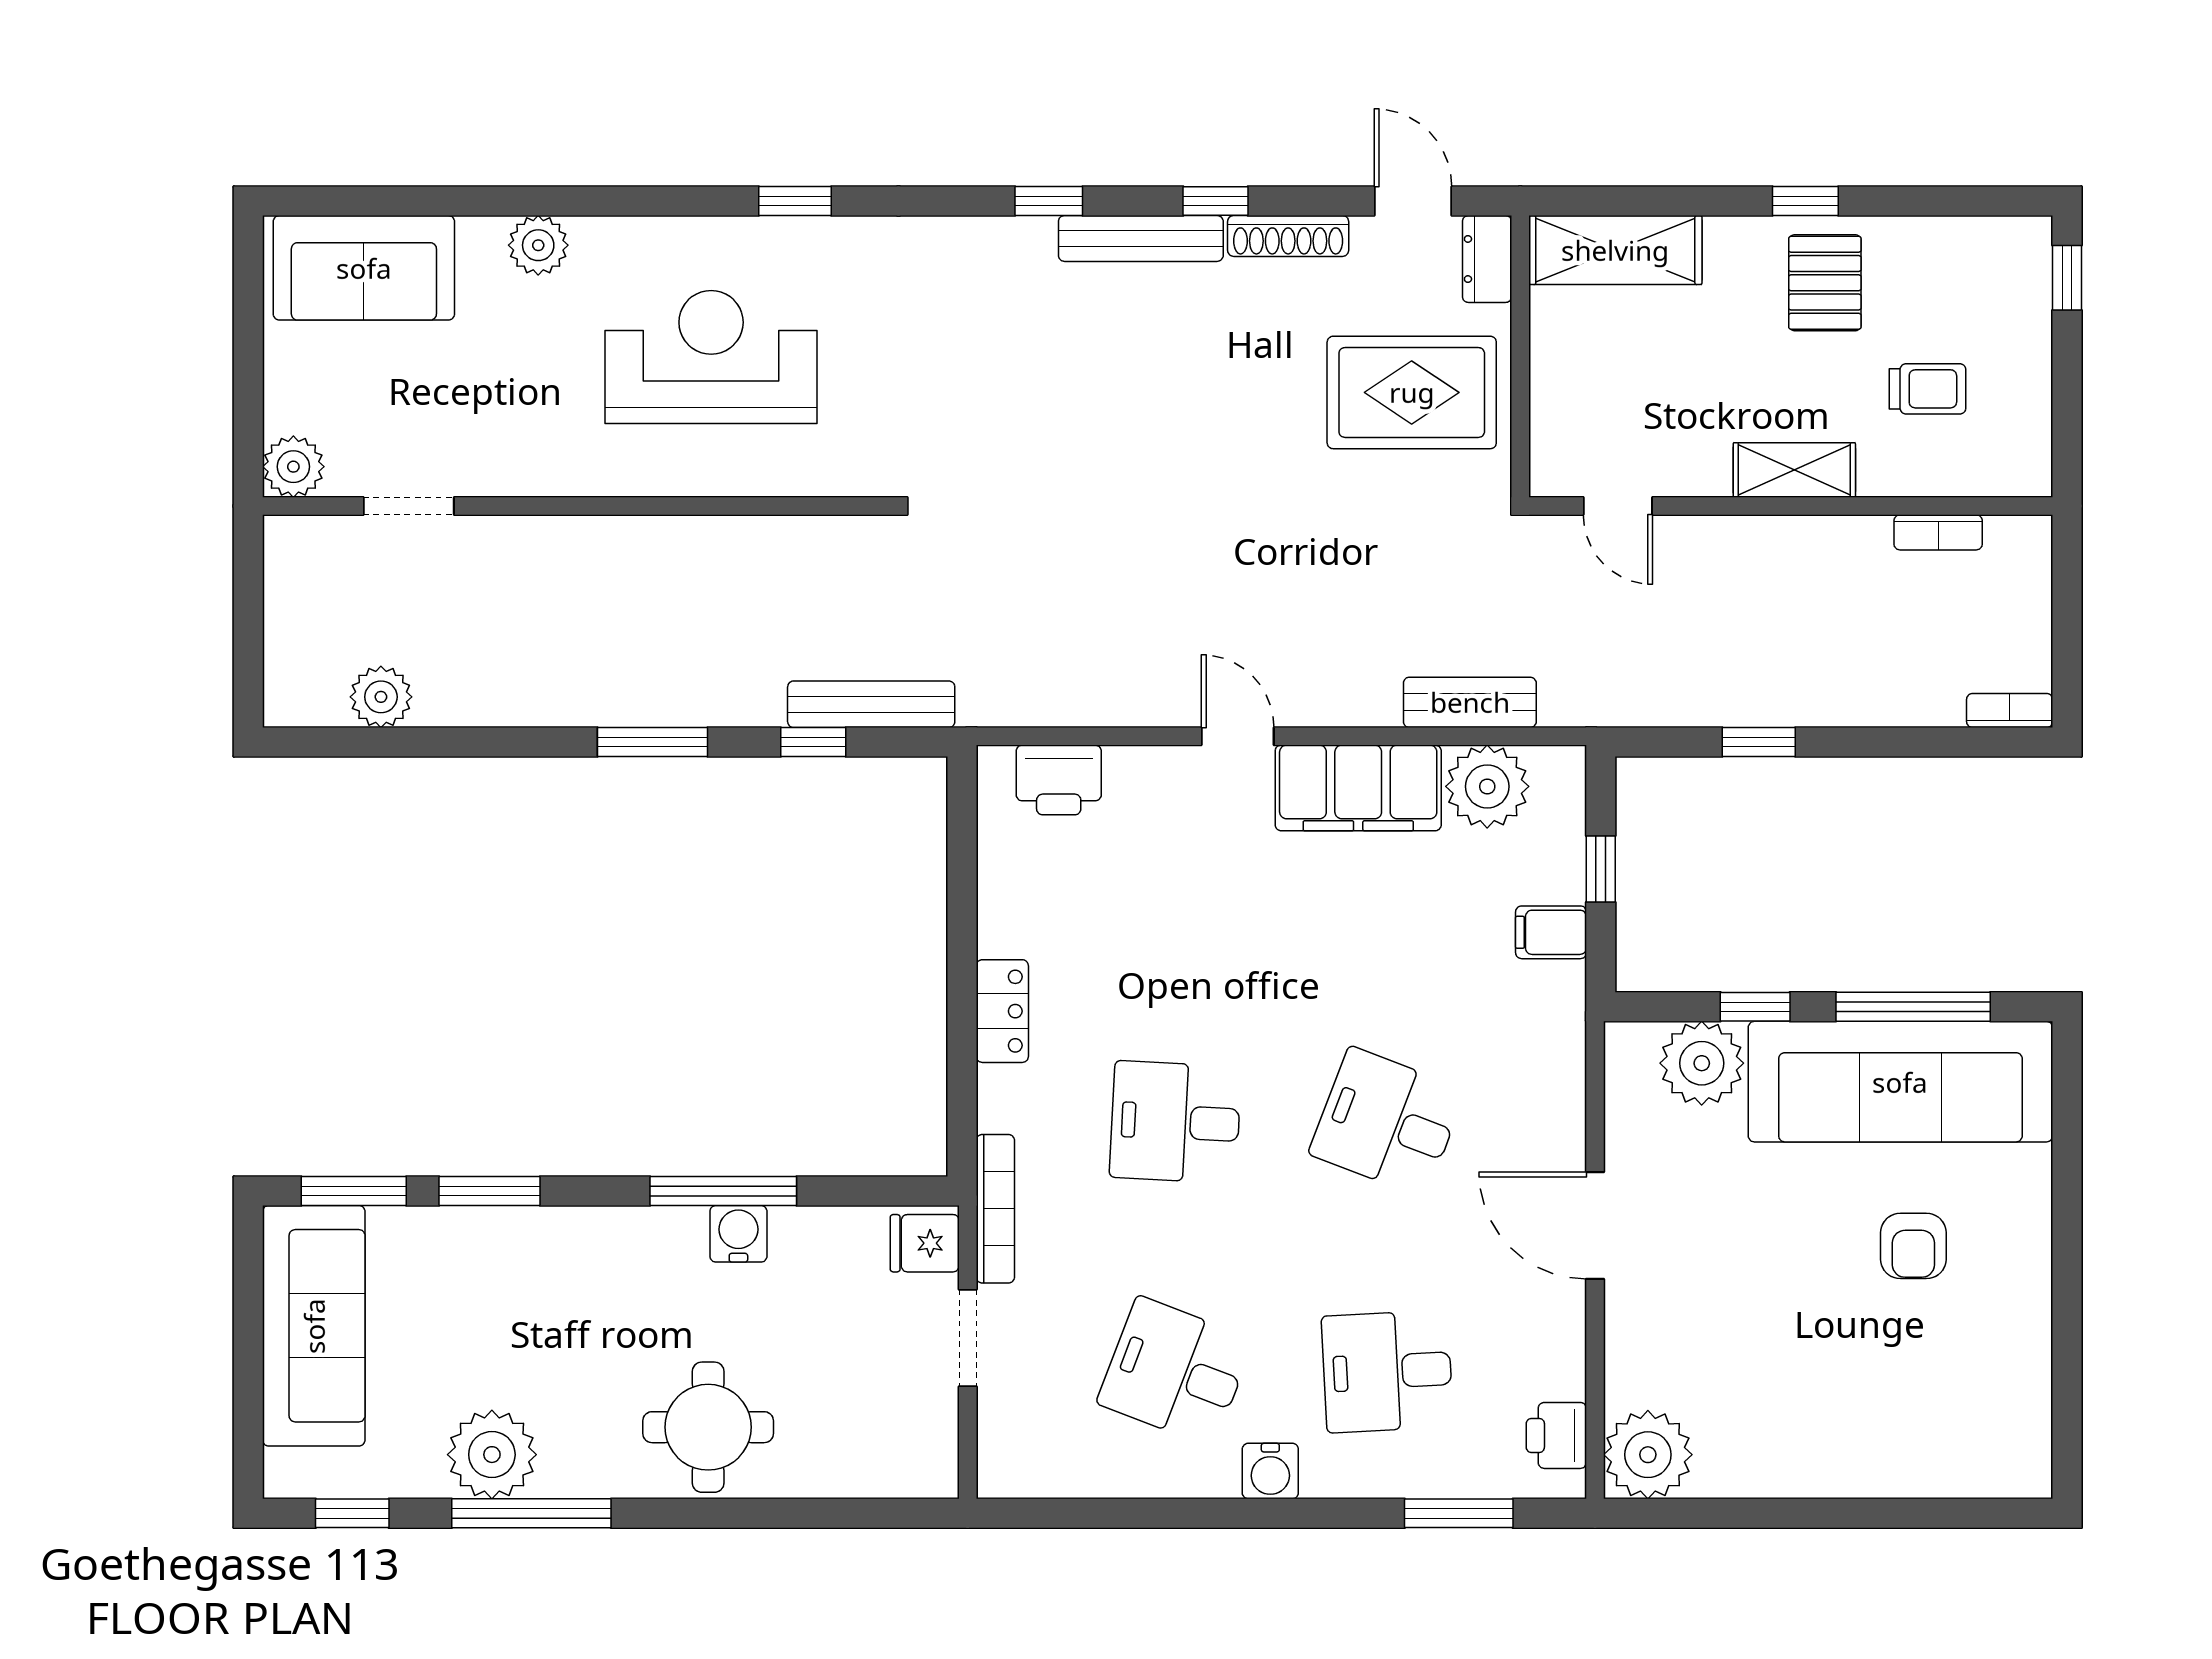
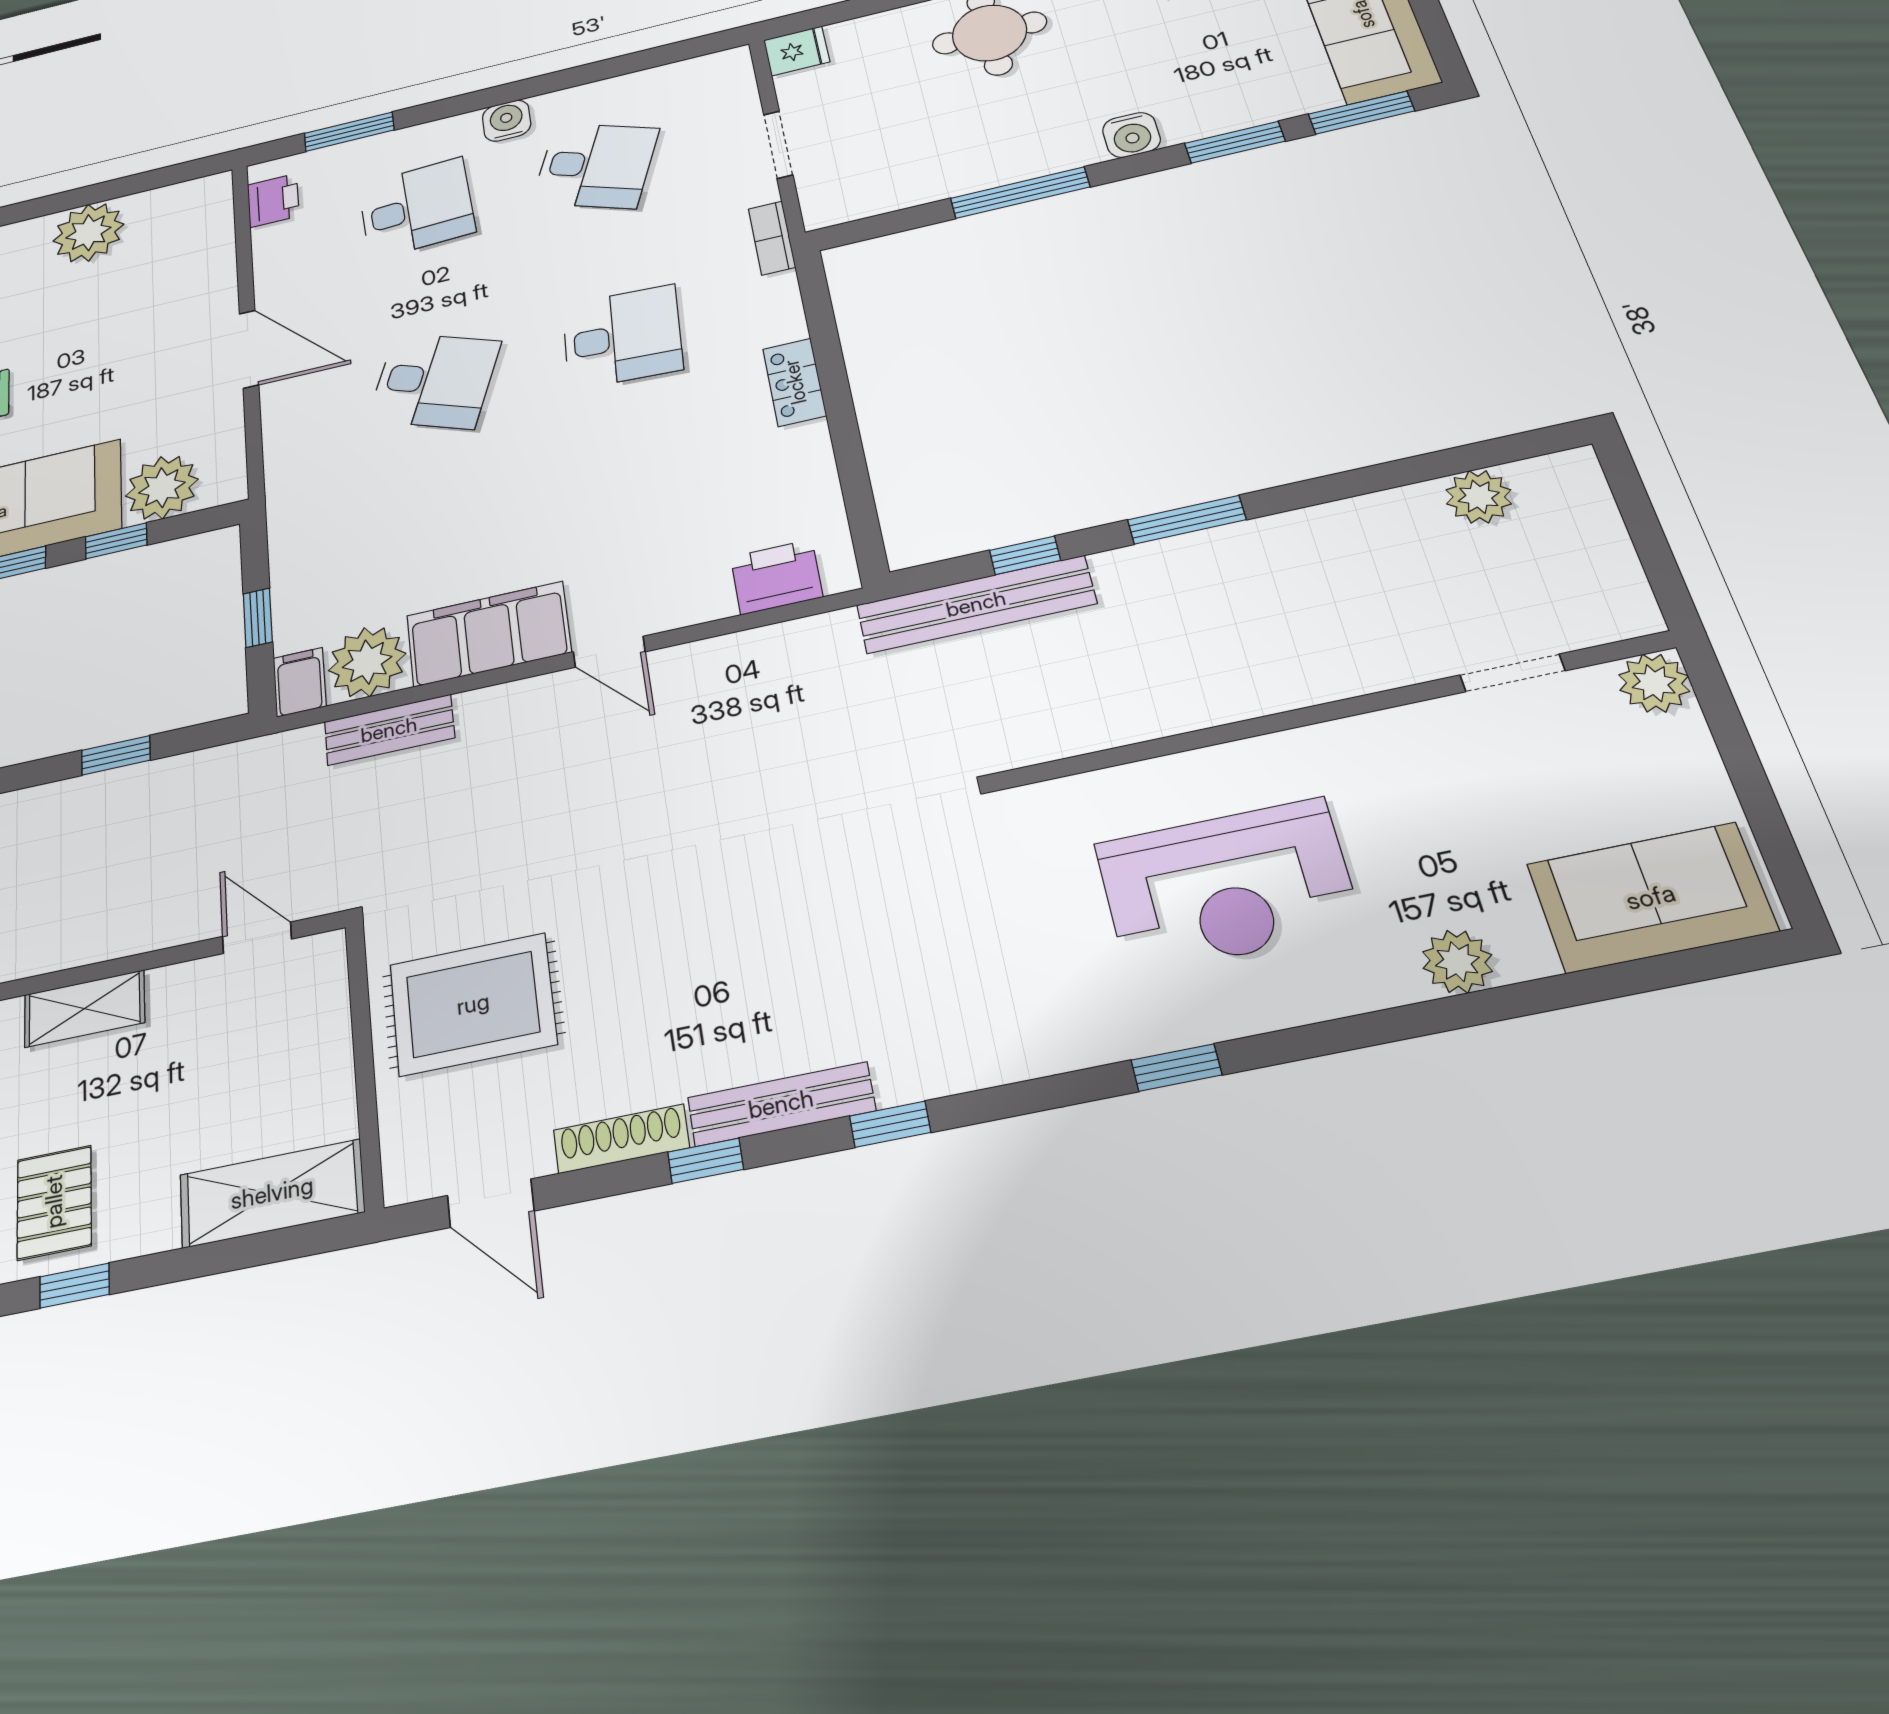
dresser: (1487, 259) -> (406, 1157), removed
bench: (871, 704) -> (976, 604), width x1.37, depth x1.21
filing cabinet: (1551, 932) -> (300, 682), moved, turned -90
bookcase: (995, 1209) -> (772, 238), width x0.64
water cooler: (738, 1234) -> (1131, 135), moved
fridge: (925, 1243) -> (797, 51), moved
plant: (1648, 1455) -> (88, 233), moved

